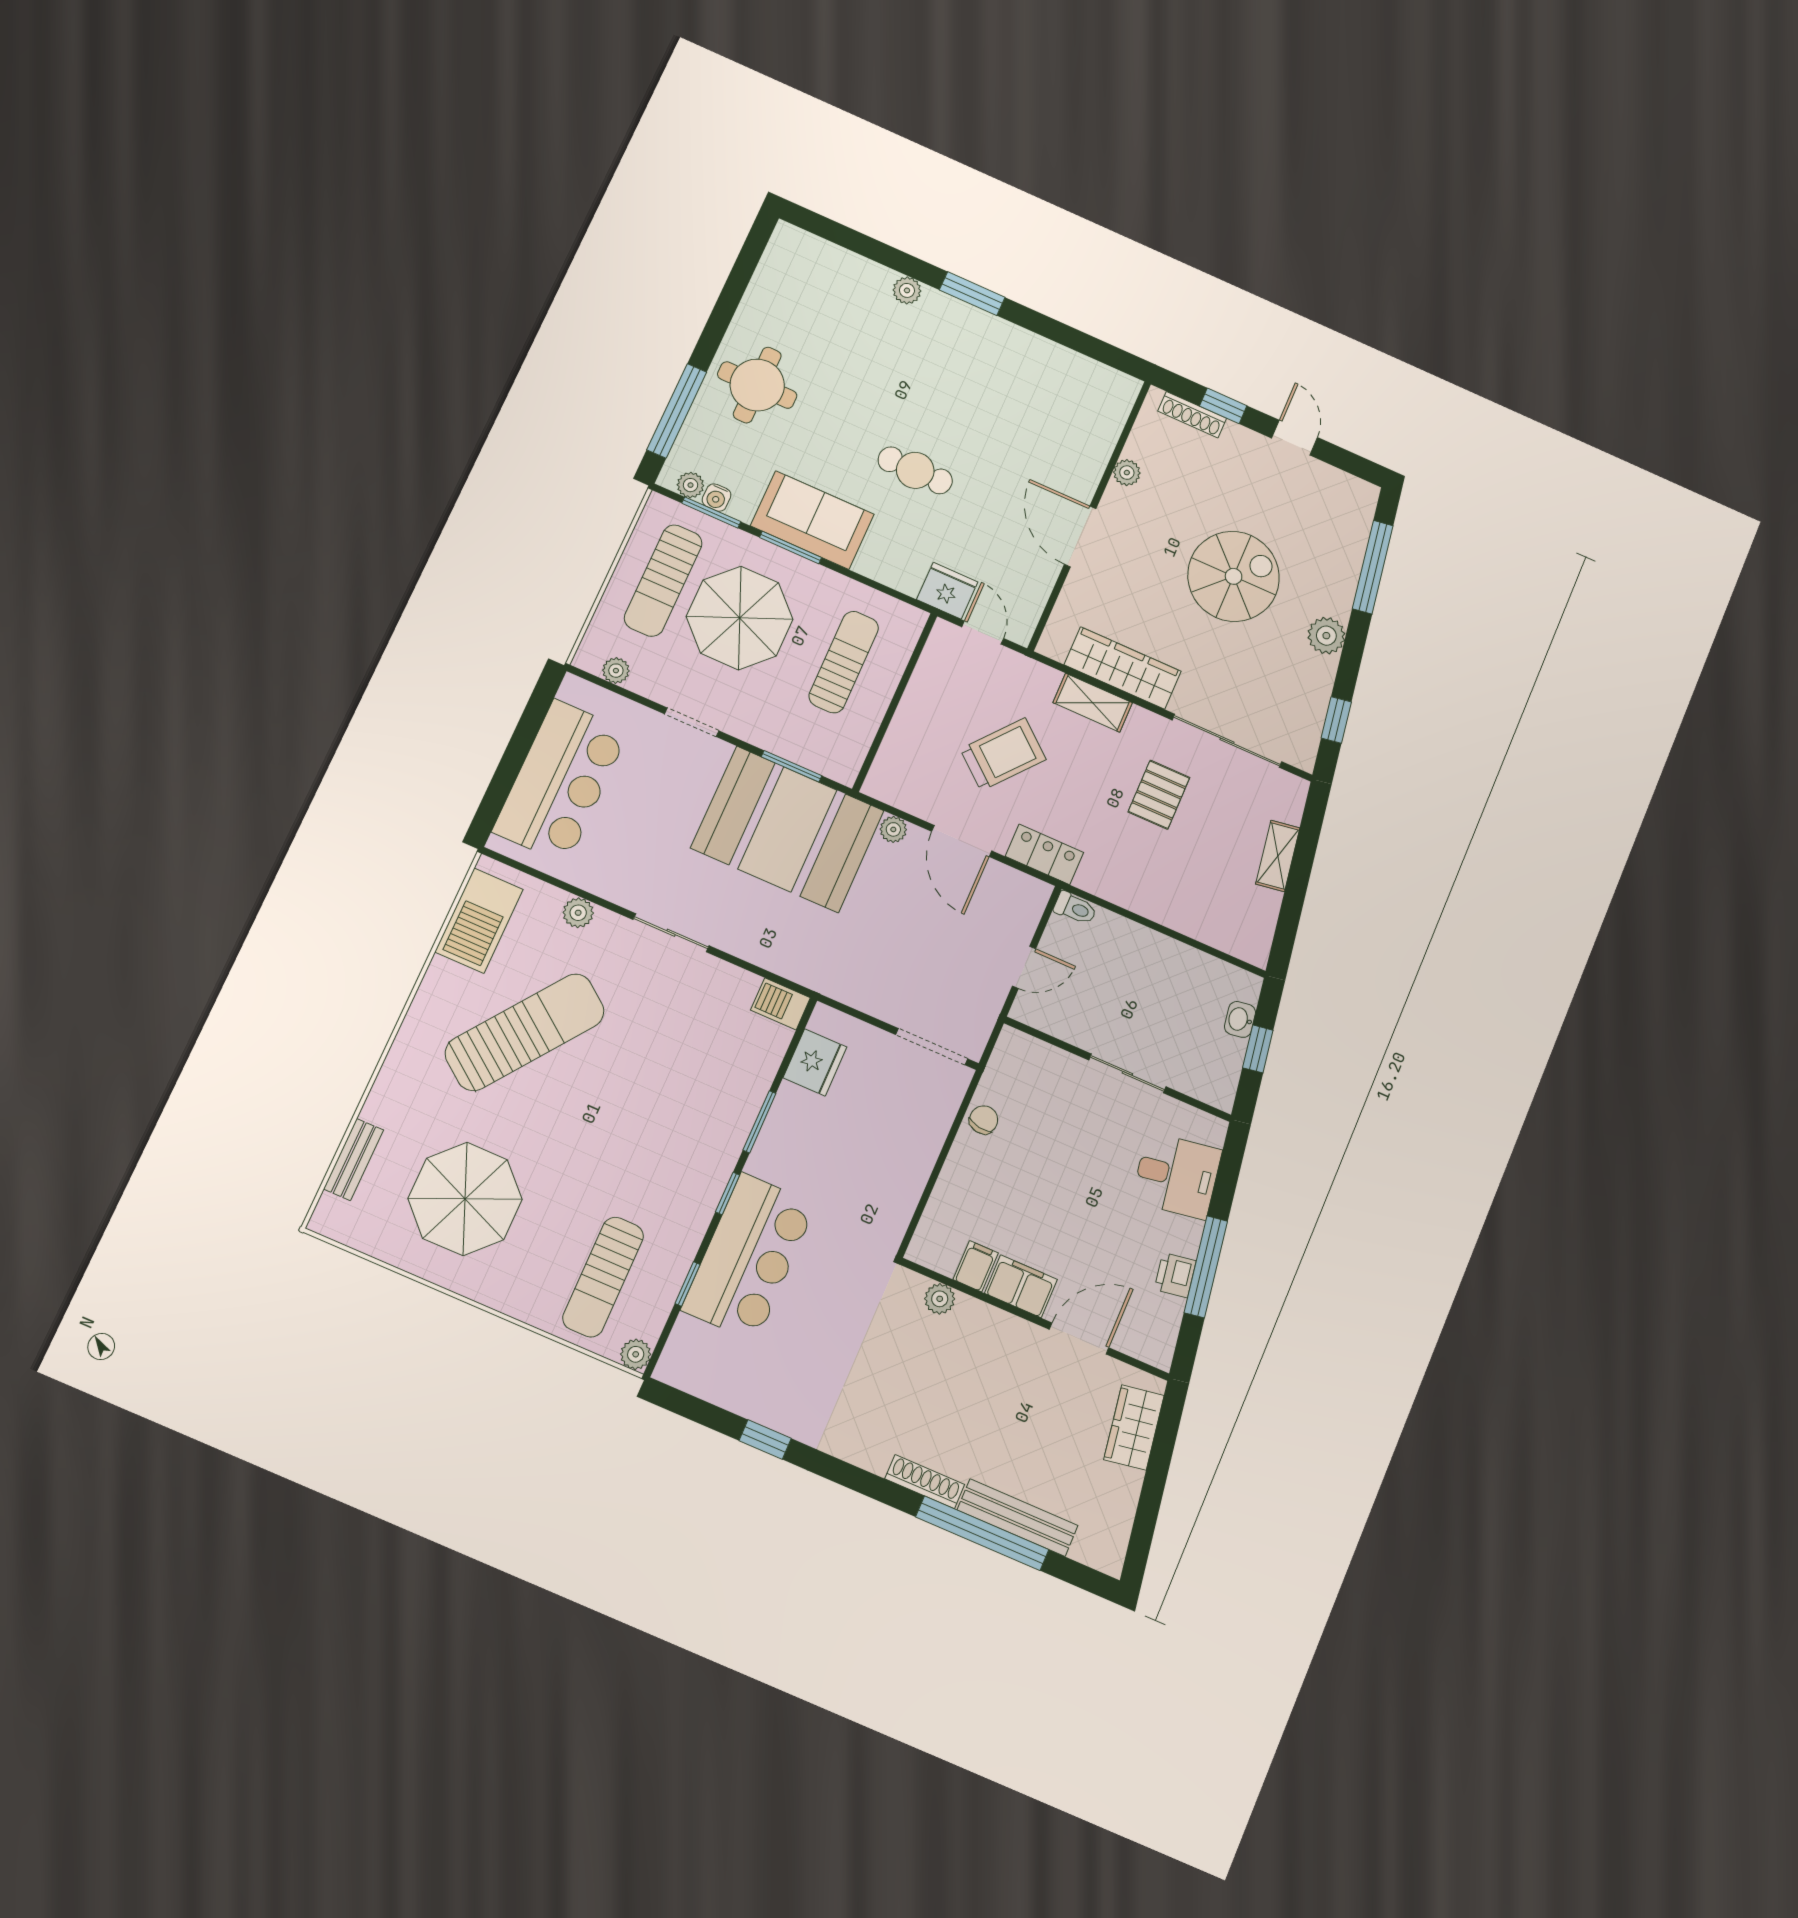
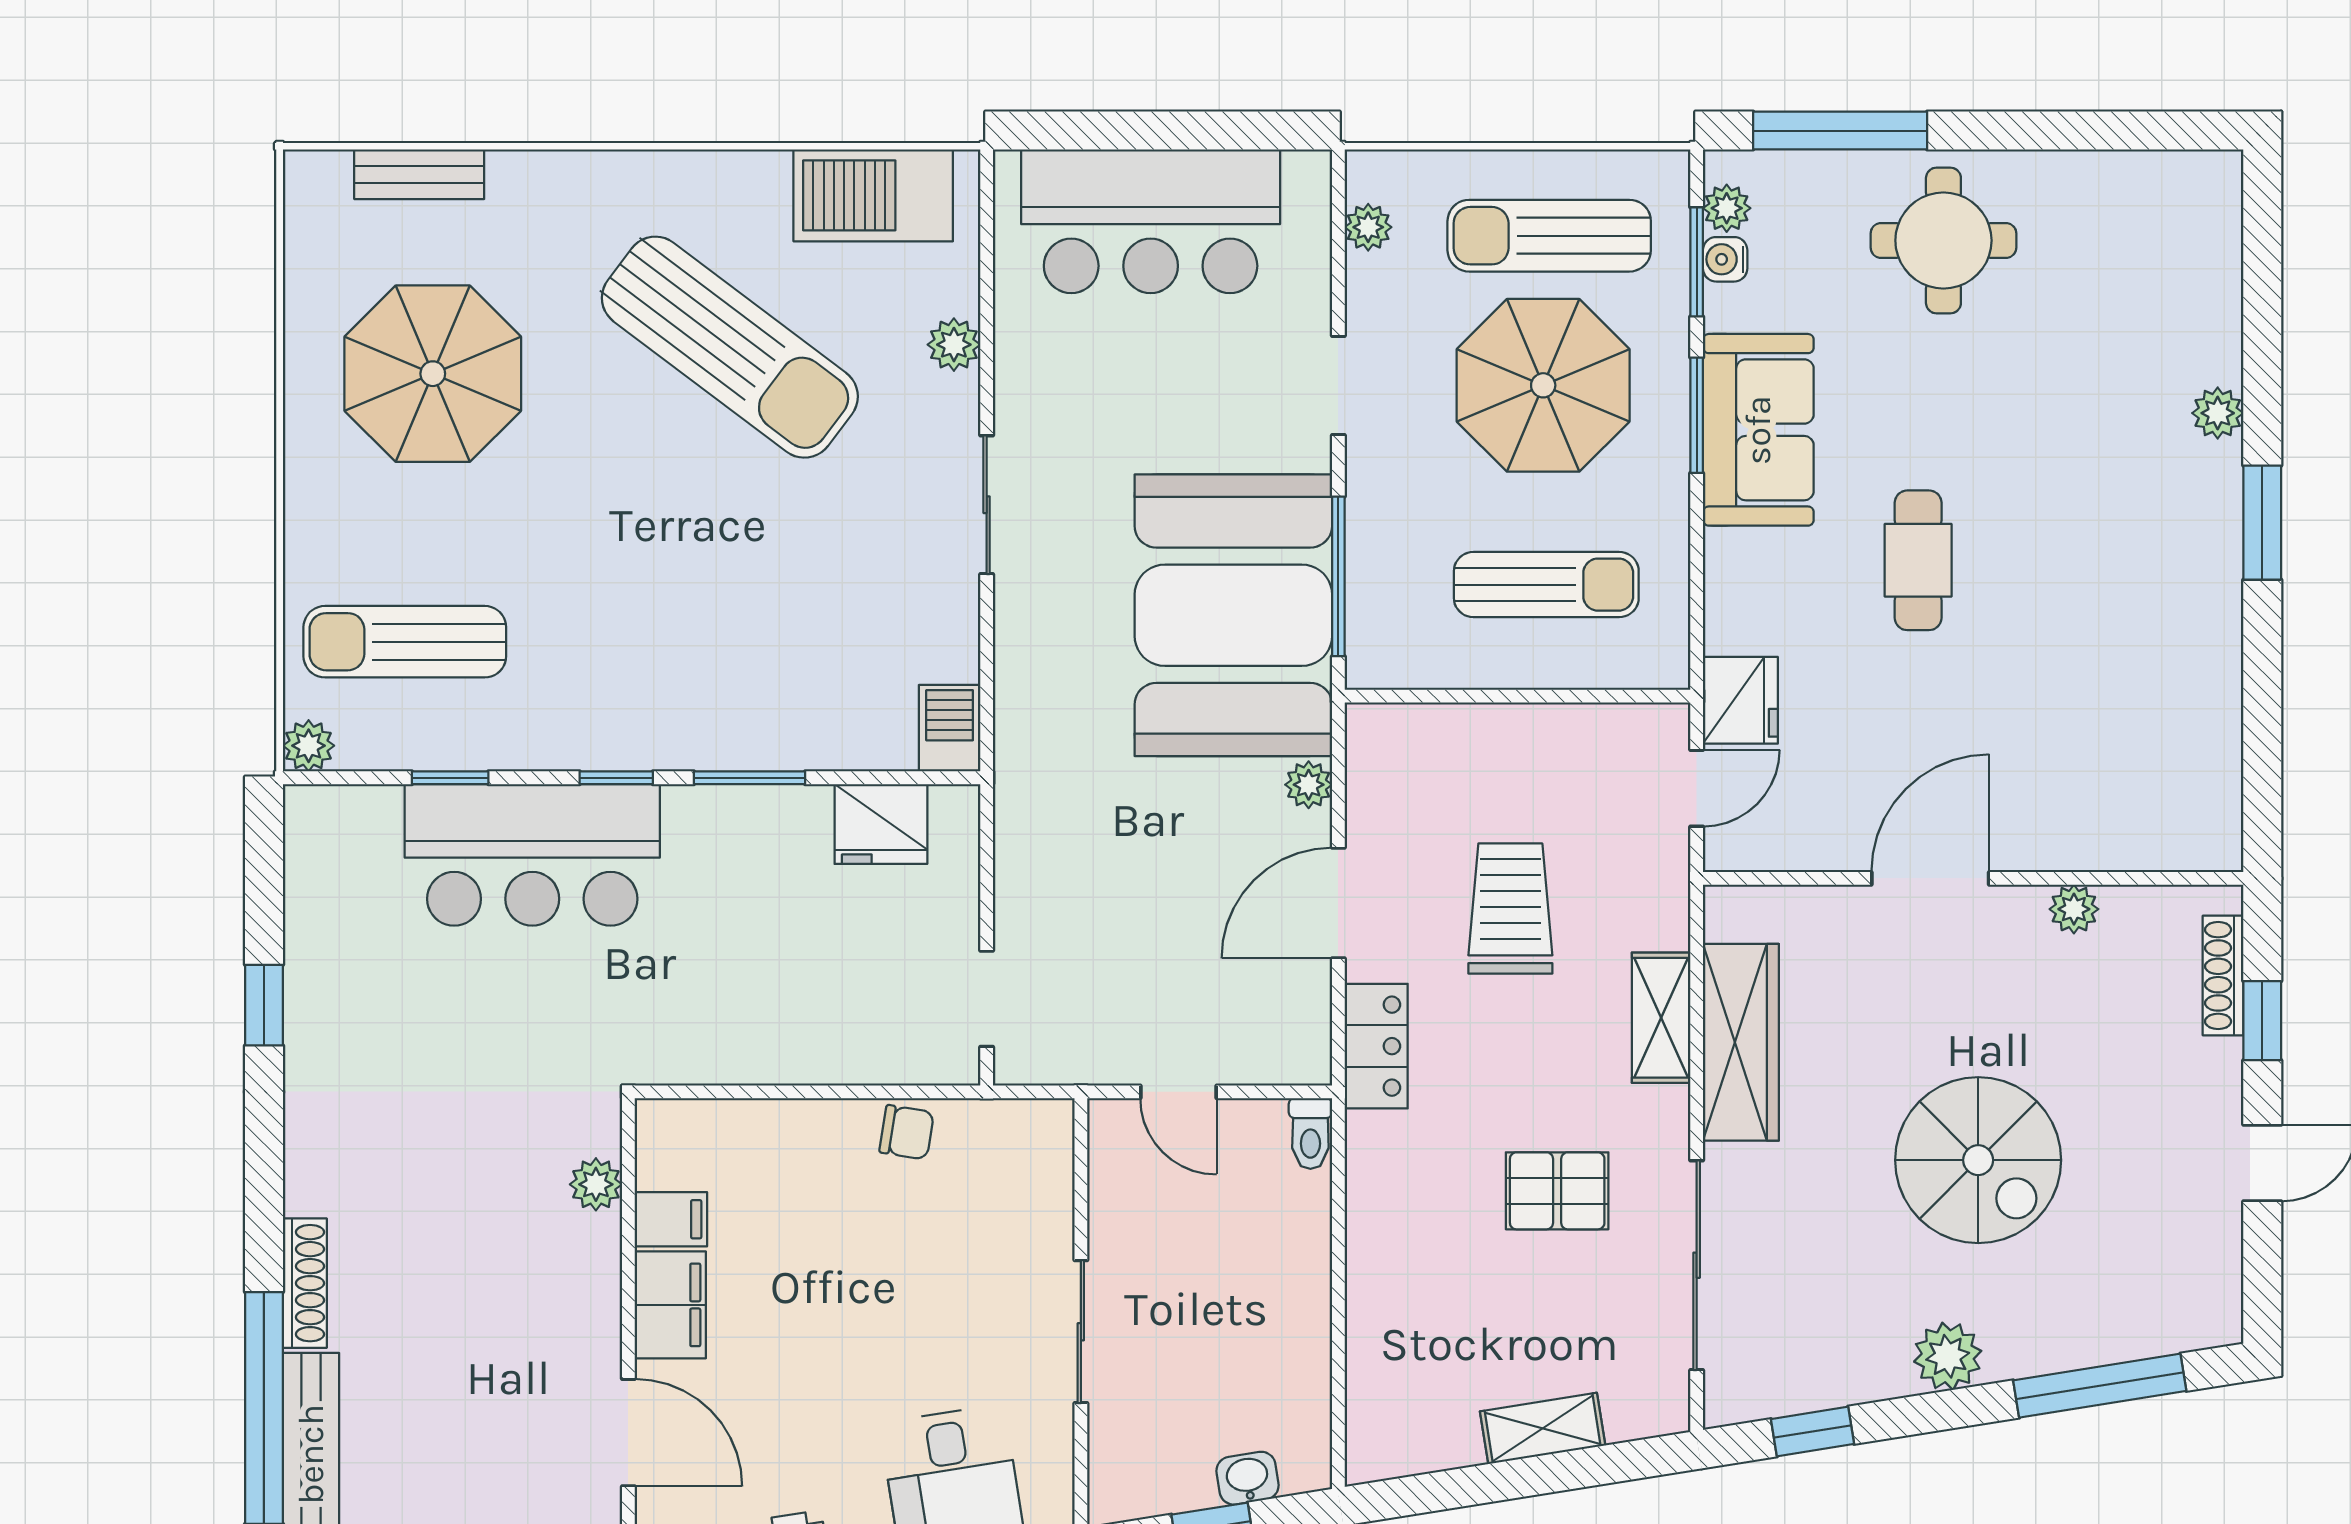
trolley: (1003, 754) -> (1510, 908), turned -130
window: (792, 766) -> (1338, 576), width x1.44
doorway: (932, 1047) -> (987, 999), width x0.73

